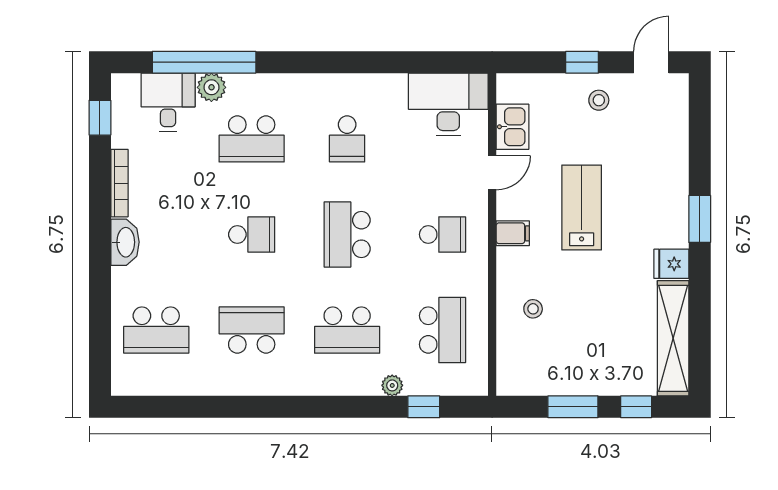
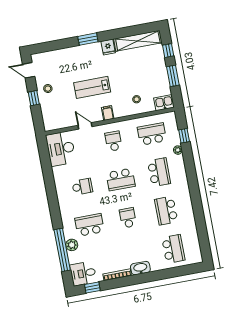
desk: (168, 102) -> (83, 273), moved
kitchen sink: (513, 127) -> (164, 103), moved
school desk: (252, 139) -> (89, 225), turned -90

